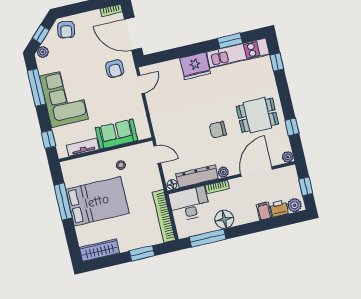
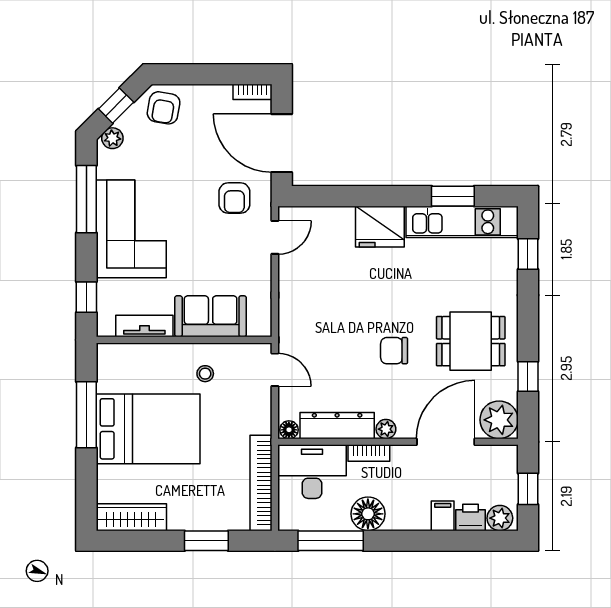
plant: (288, 157) -> (499, 420), width x1.87, depth x1.87

